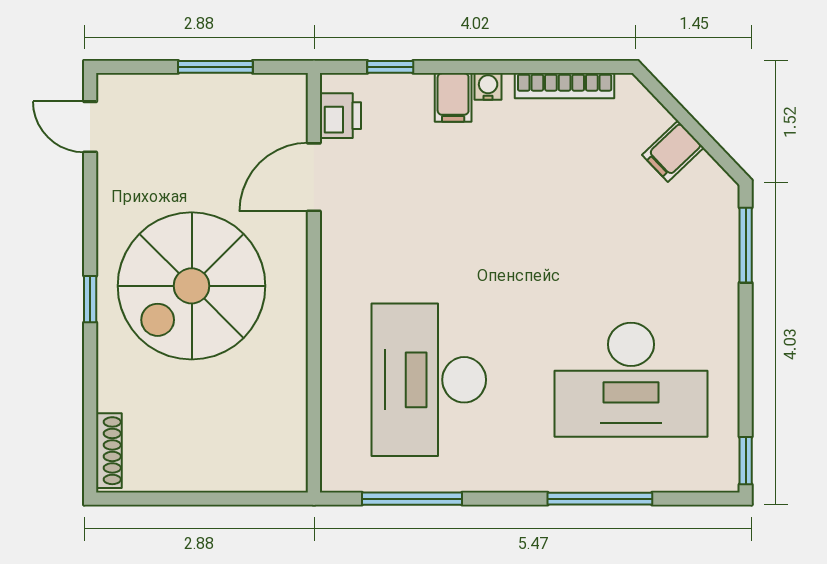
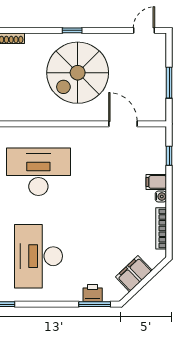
printer: (340, 116) -> (93, 293), moved, turned 180
filing cabinet: (673, 151) -> (134, 274), width x2.00
spiral stairs: (192, 286) -> (78, 73), turned -90

